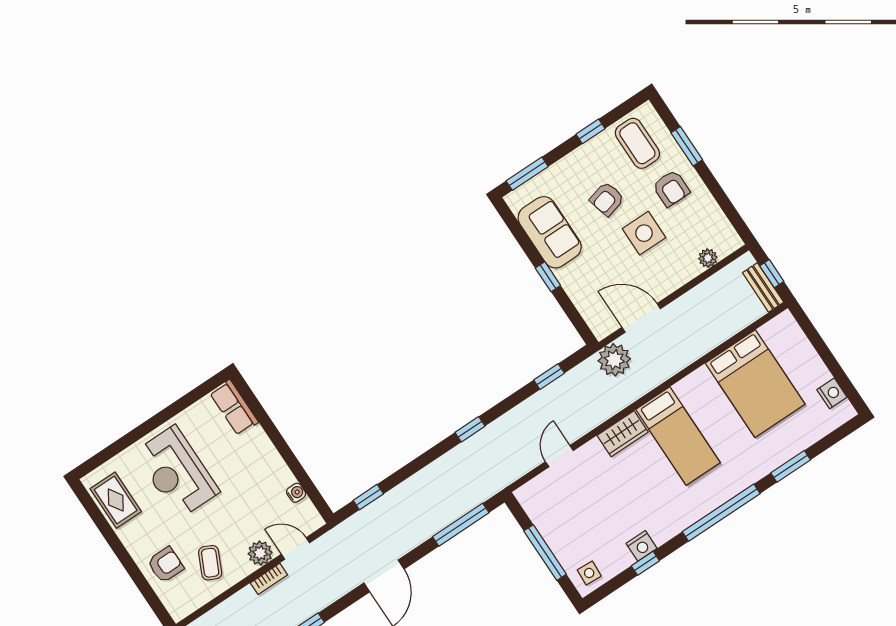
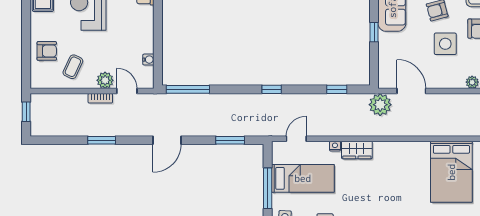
bed: (678, 436) -> (303, 178), moved, turned -90
nightstand: (593, 447) -> (335, 146), added
door: (559, 456) -> (296, 139), moved
window: (368, 497) -> (188, 89), width x2.17
window: (461, 525) -> (230, 140), width x0.69

